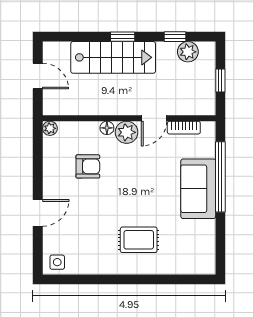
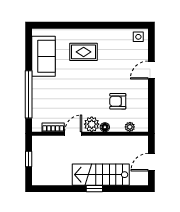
window: (175, 37) -> (59, 189), removed
plant: (188, 52) -> (50, 178), removed
door: (38, 76) -> (151, 162), hinge flipped
plant: (50, 128) -> (130, 127), moved
sofa: (198, 189) -> (43, 56), moved

